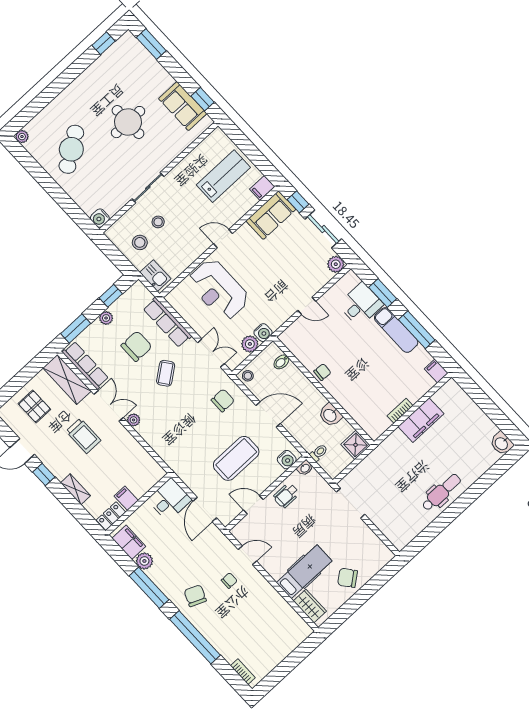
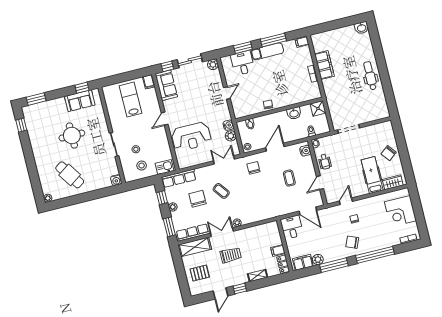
row of seats: (167, 322) -> (179, 178), moved
coffee table: (236, 458) -> (289, 178), width x0.54, depth x0.58
corner desk: (275, 639) -> (400, 211), added

